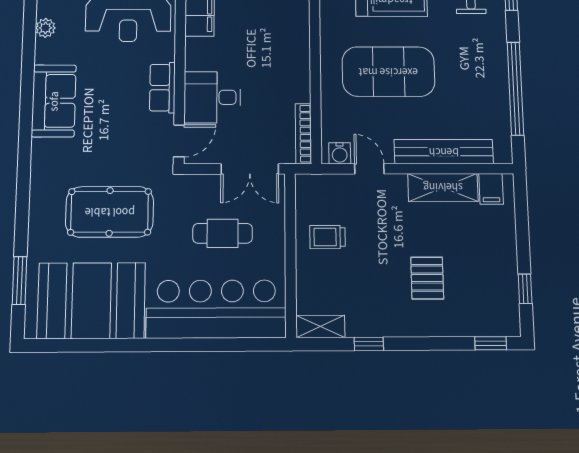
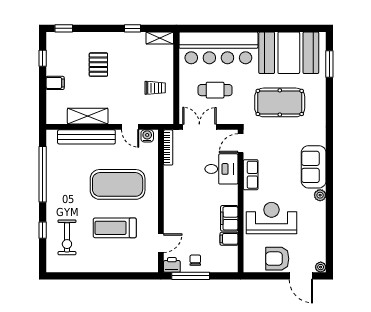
plant: (45, 28) -> (320, 195), moved
filing cabinet: (491, 189) -> (55, 83), moved, turned 90

